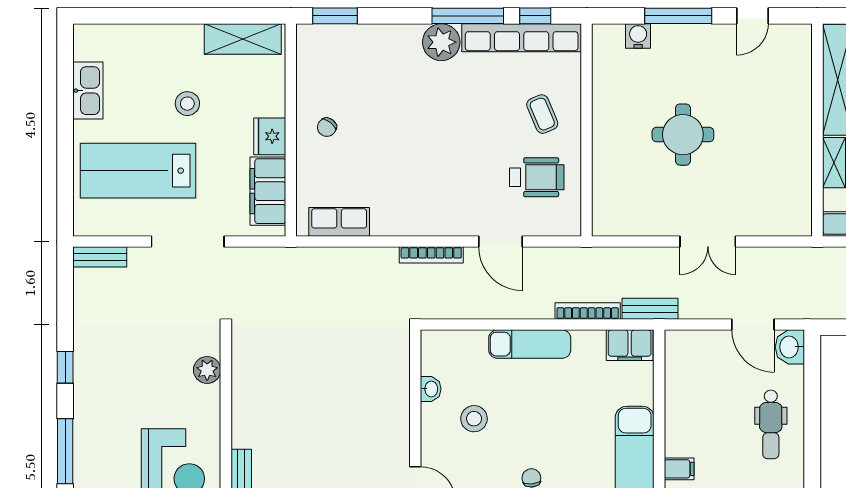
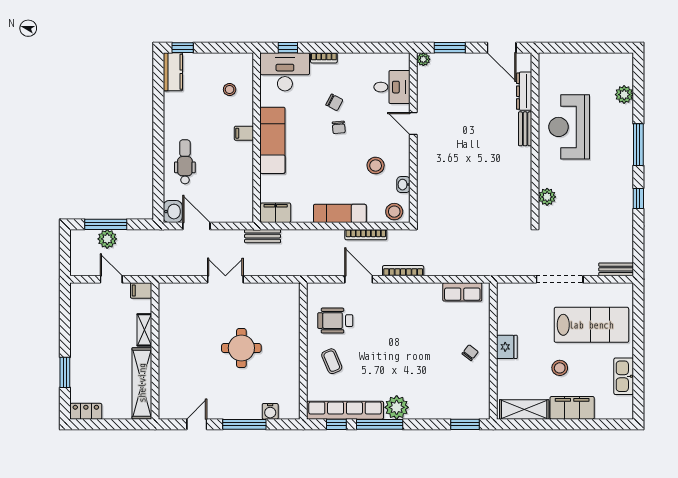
filing cabinet: (268, 191) -> (572, 408), moved, turned -90
bookcase: (588, 311) -> (366, 235), moved
stool: (445, 347) -> (394, 212), added

